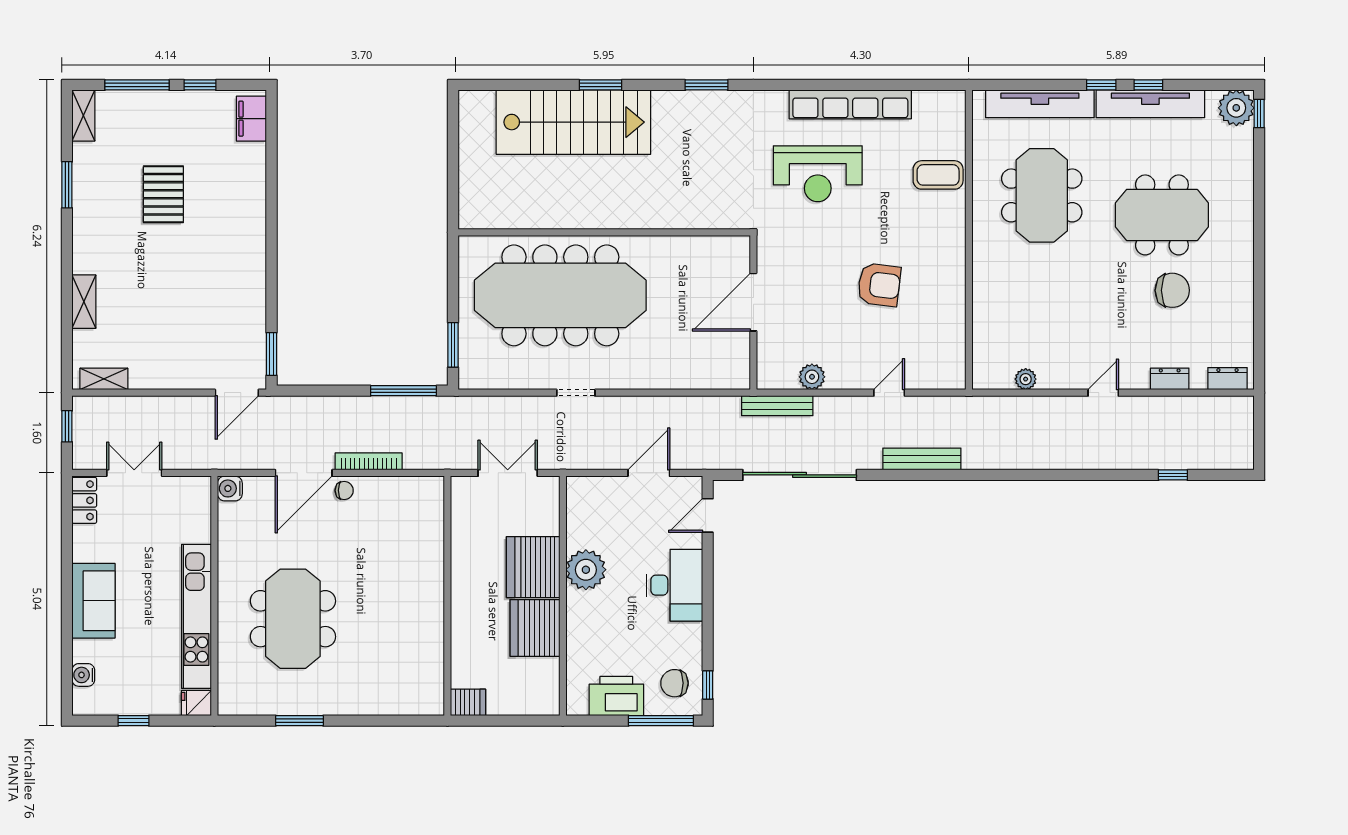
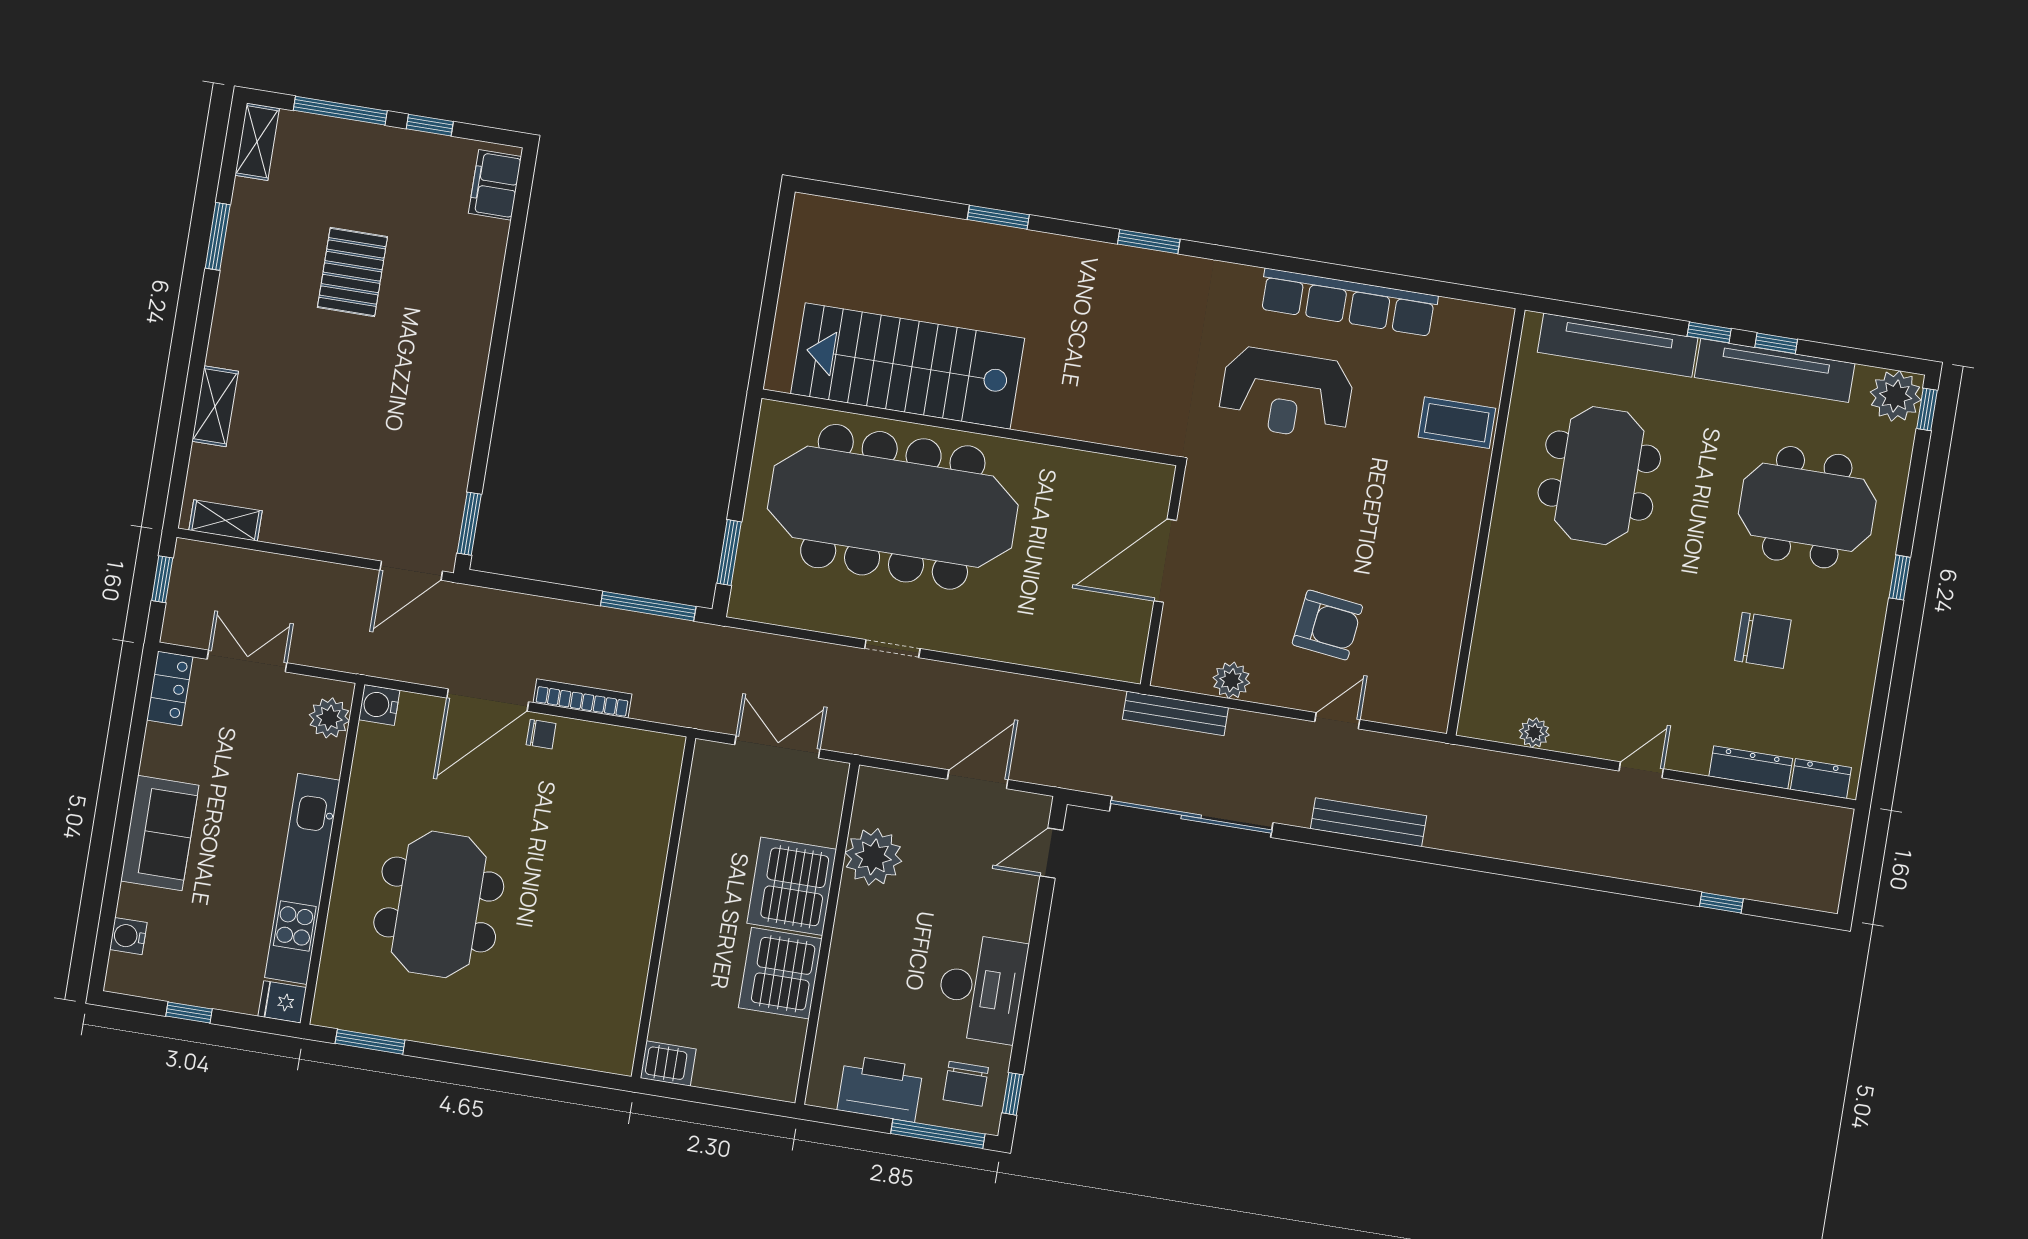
stairs: (573, 122) -> (908, 366), moved, turned 180
meeting table: (1162, 215) -> (1807, 507), moved
window: (1259, 232) -> (1900, 578), added
armchair: (879, 285) -> (1327, 625), moved
dresser: (1170, 379) -> (1751, 767), width x1.44
plant: (197, 503) -> (329, 718), added
plant: (586, 570) -> (873, 857), moved
desk: (675, 585) -> (981, 988), moved
chair: (674, 683) -> (966, 1084), turned -90
window: (299, 721) -> (370, 1042), moved

